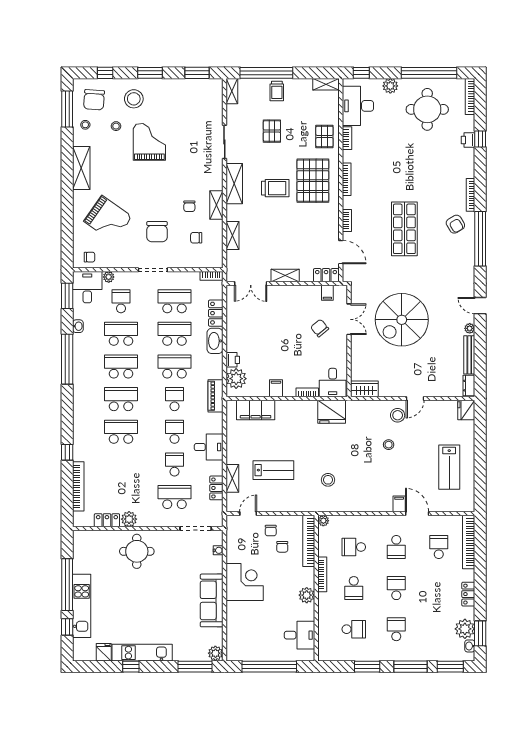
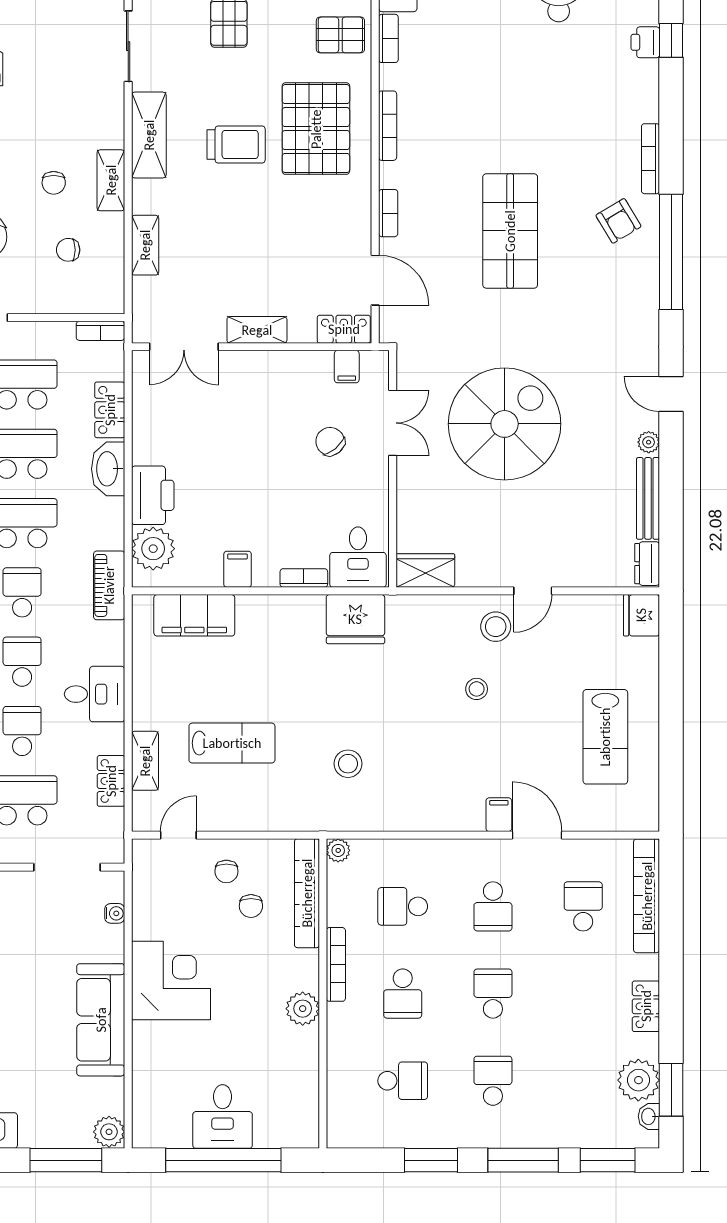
pallet: (324, 137) -> (340, 35), turned 90
spiral stairs: (402, 320) -> (505, 424), turned 180
printer: (233, 360) -> (153, 495), width x1.87, depth x1.48
desk: (299, 635) -> (223, 1117), moved, turned 90

